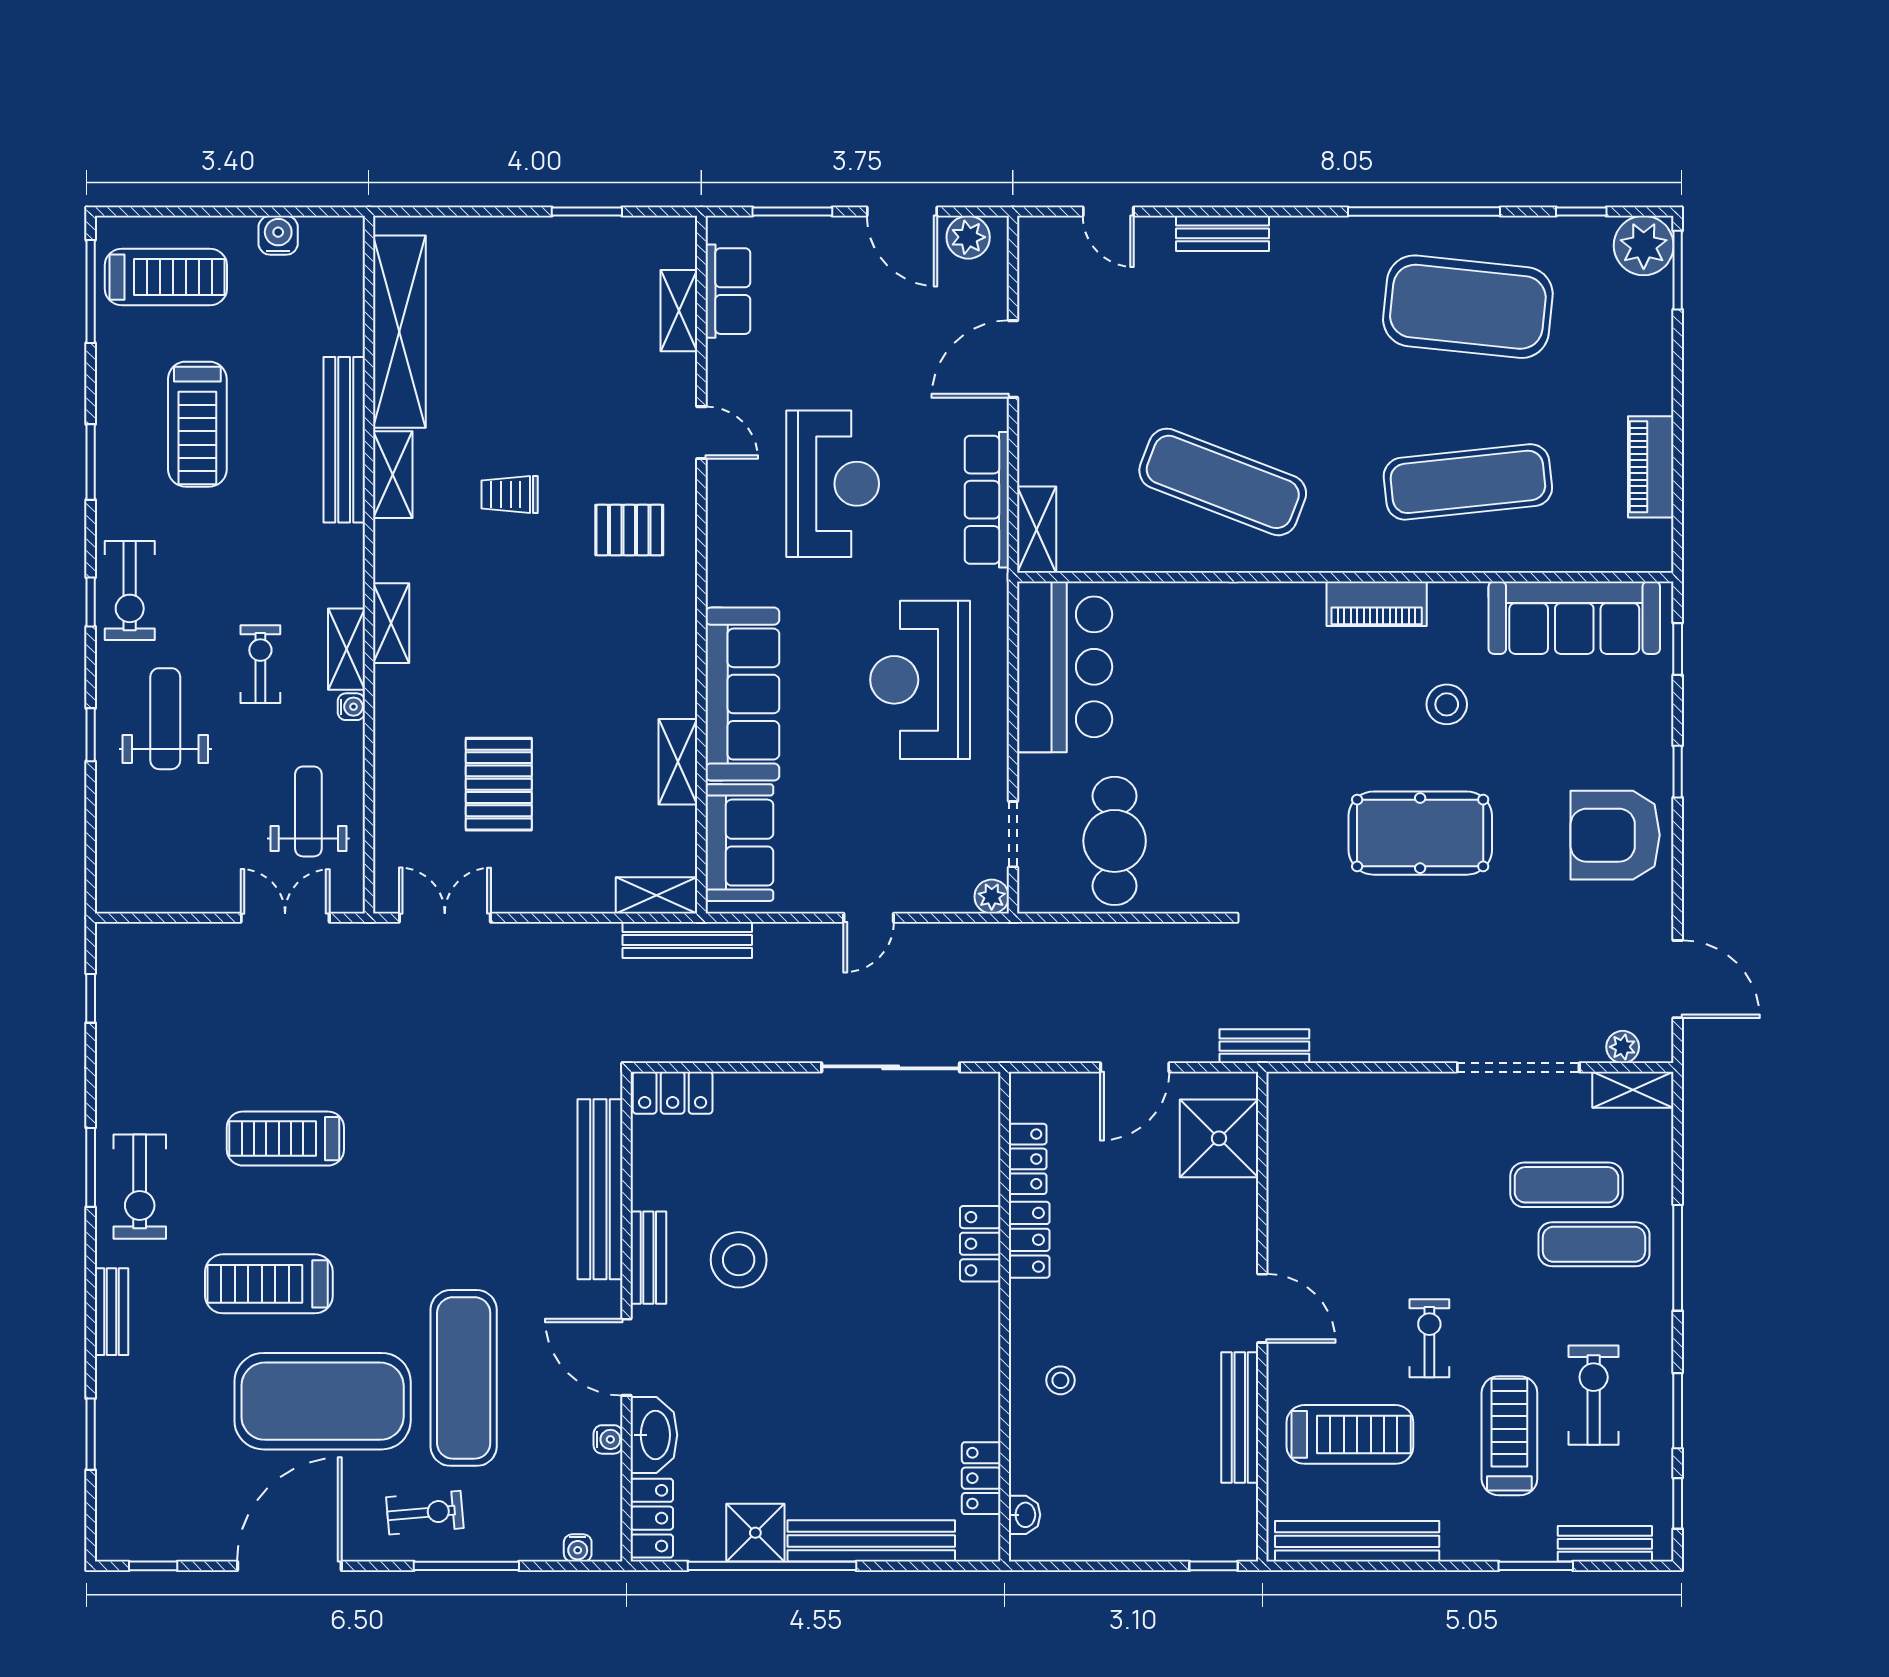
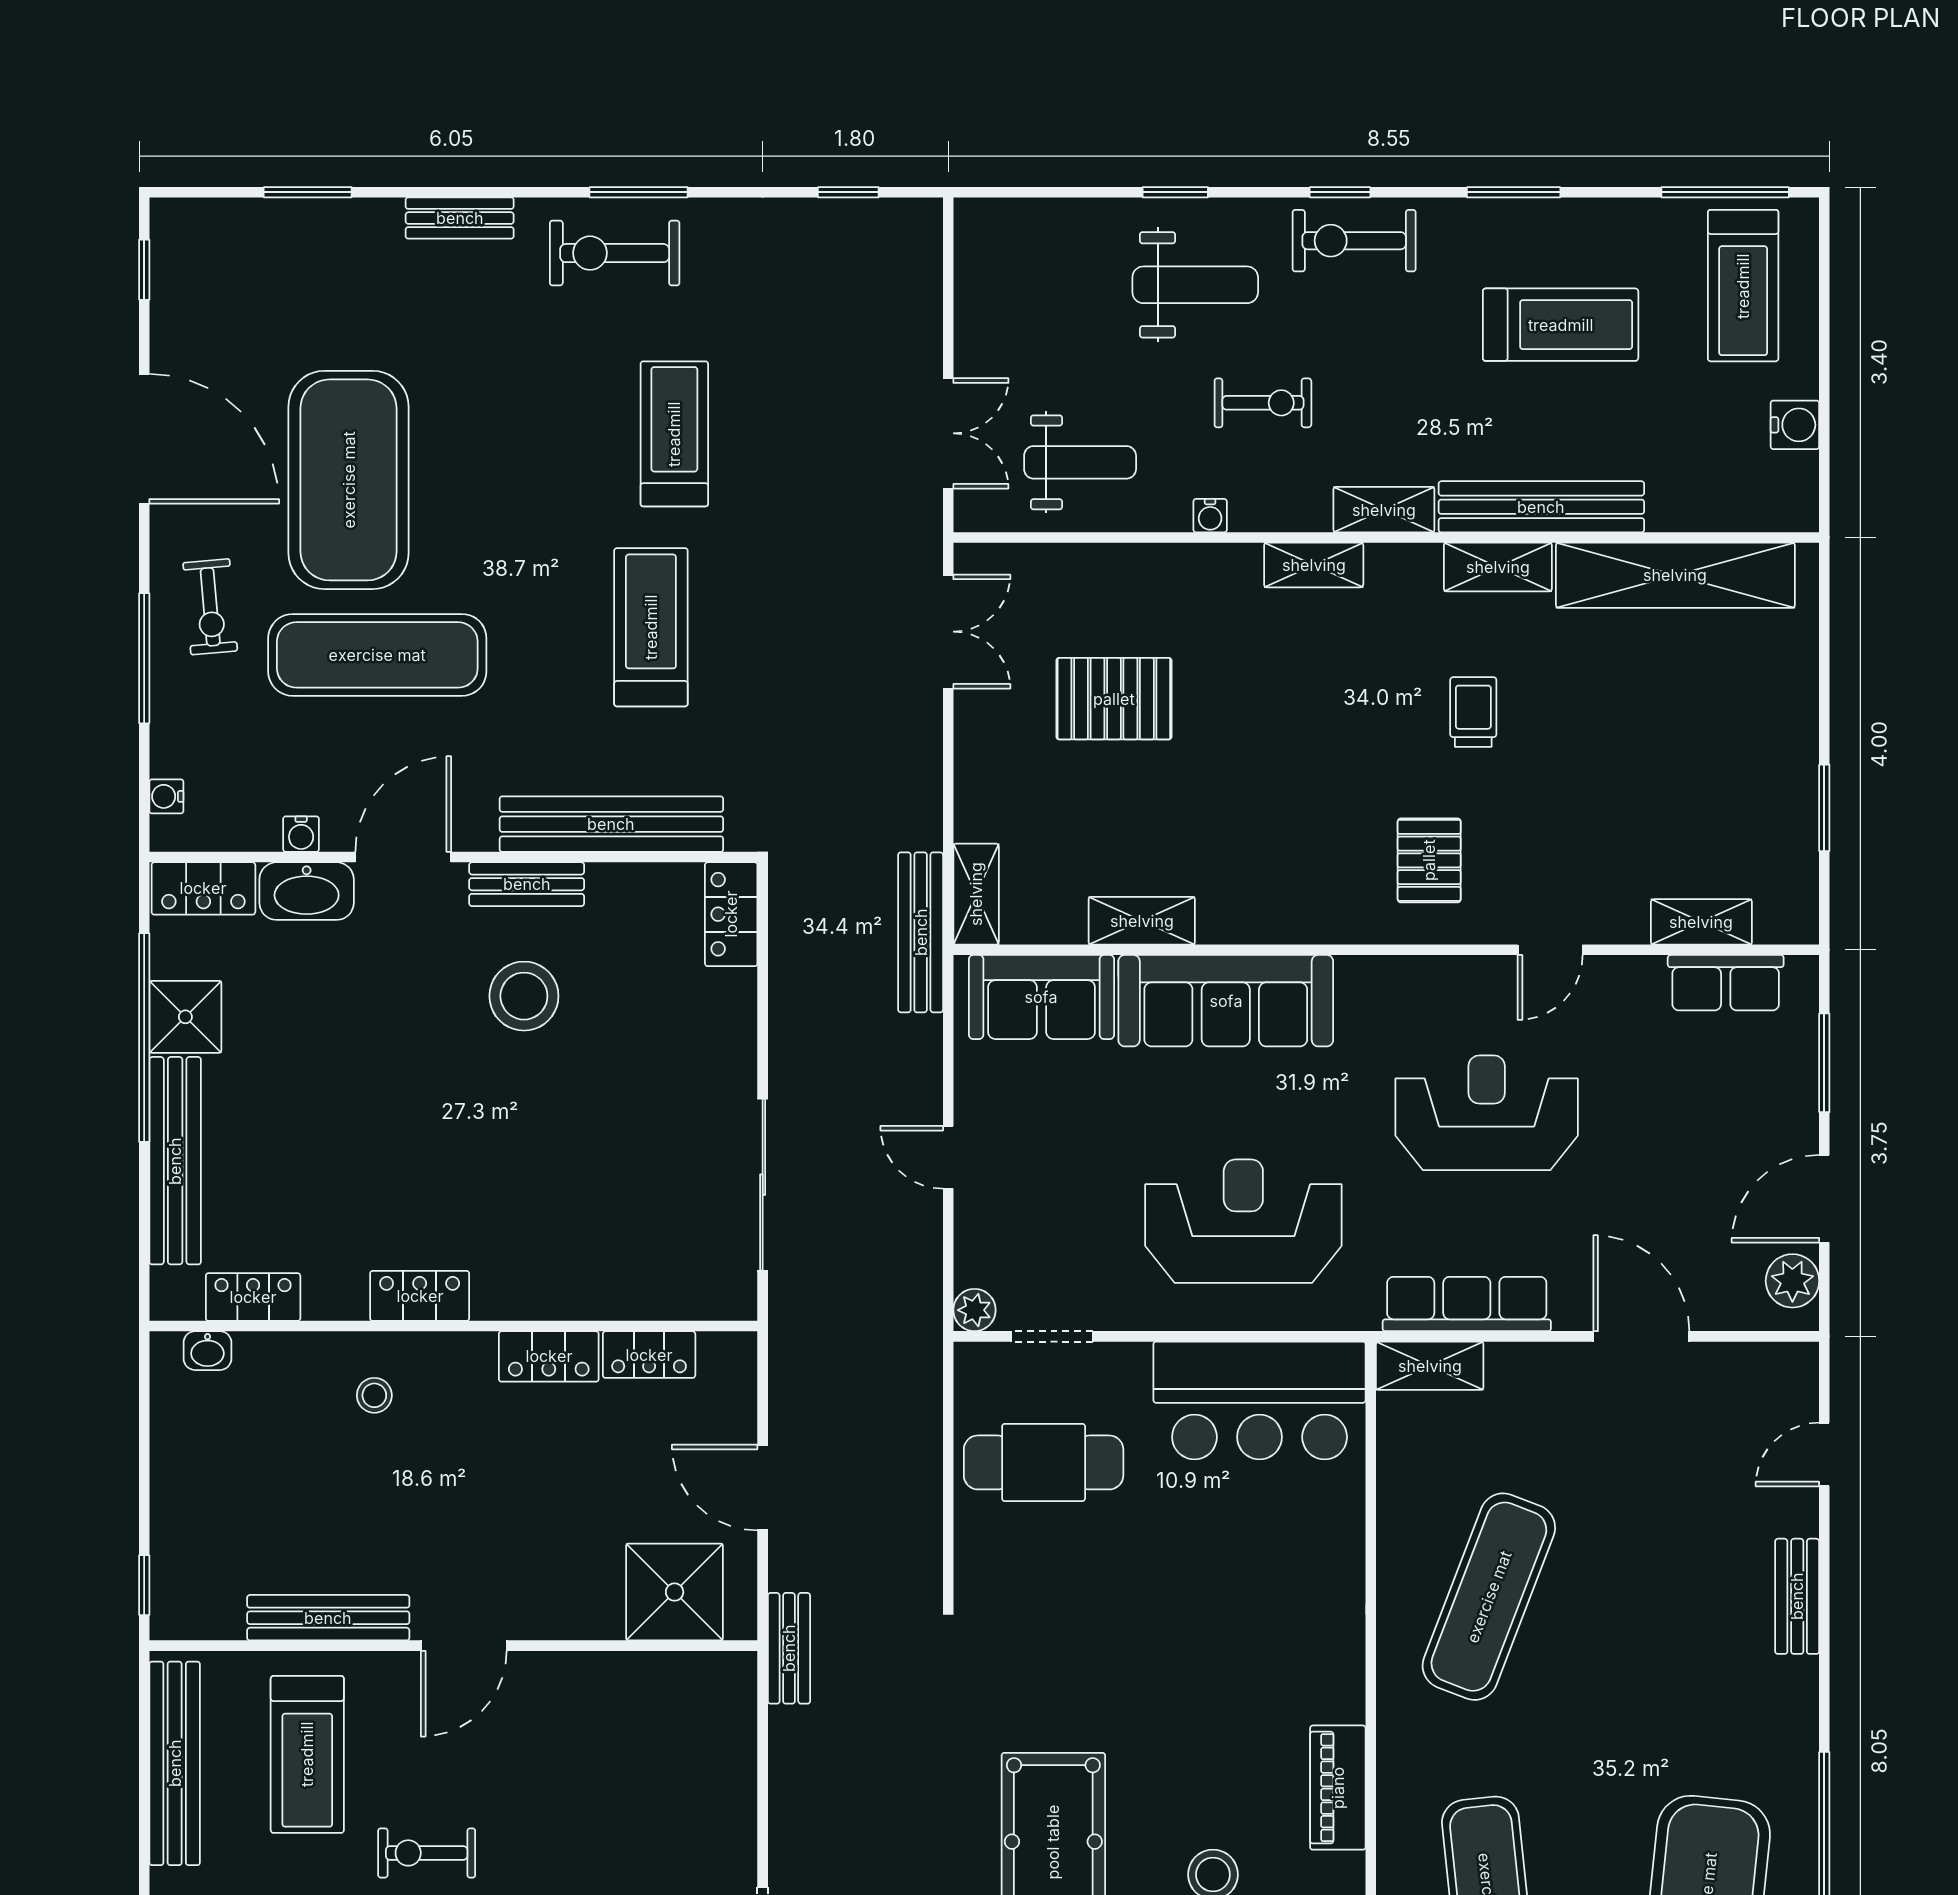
treadmill: (197, 424) -> (1561, 325), turned 180
reception desk: (833, 484) -> (1487, 1113), turned 180
shelving: (347, 649) -> (1384, 510), moved
locker: (980, 1244) -> (420, 1296), moved
treadmill: (269, 1284) -> (651, 627), moved
exercise bike: (1429, 1338) -> (427, 1853), turned 180

